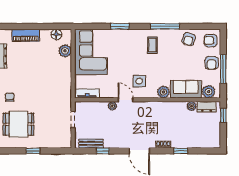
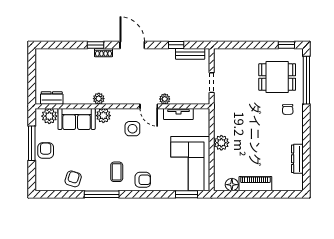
window: (120, 26) -> (186, 194), moved
piano: (26, 35) -> (255, 184), moved
armchair: (211, 41) -> (143, 180), moved
plant: (65, 51) -> (221, 143), moved
tv unit: (87, 93) -> (178, 114), moved
plant: (192, 106) -> (99, 99), moved
window: (223, 115) -> (32, 88), removed
window: (33, 151) -> (286, 45), moved
window: (181, 151) -> (96, 45), moved

